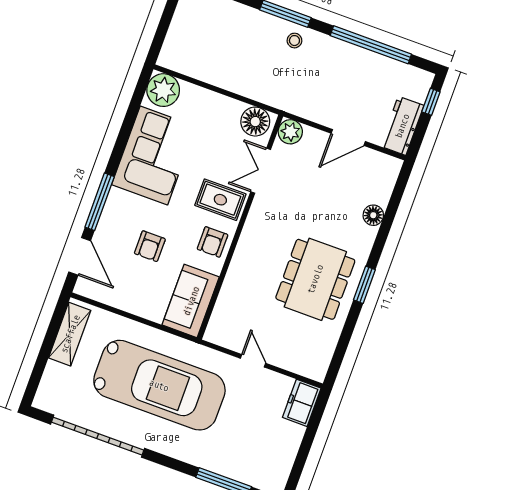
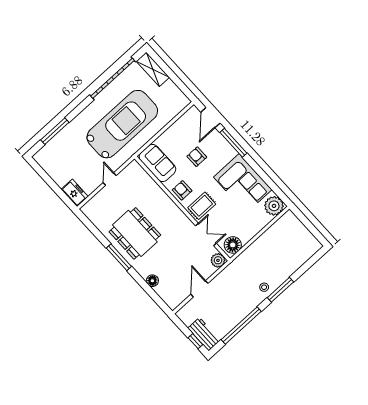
workbench: (402, 126) -> (204, 334), moved
door: (80, 256) -> (210, 118), hinge flipped
window: (364, 285) -> (119, 257), width x1.44
shelving: (70, 334) -> (153, 69), moved
door: (253, 361) -> (110, 179), swing flipped
car: (159, 385) -> (122, 124), turned 180

